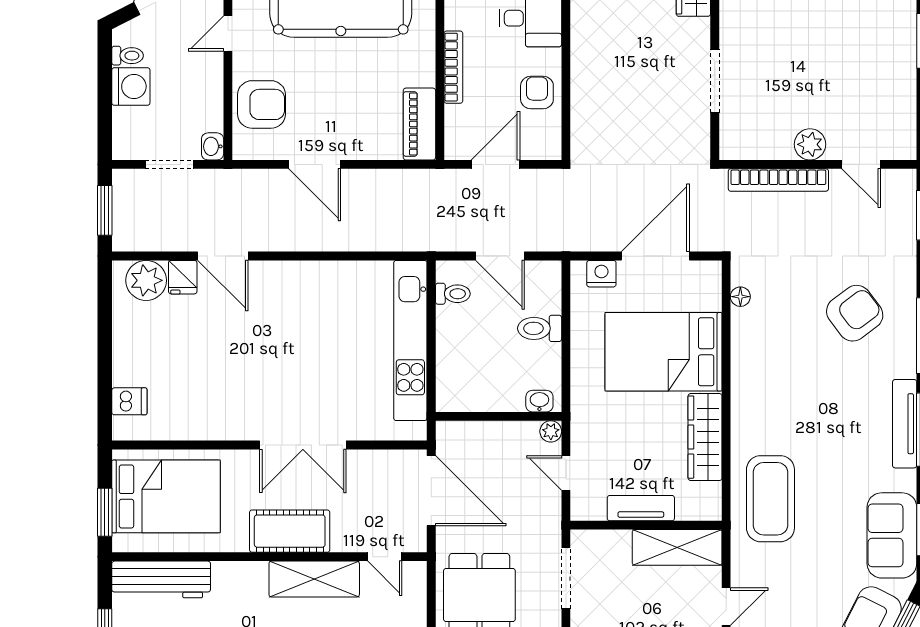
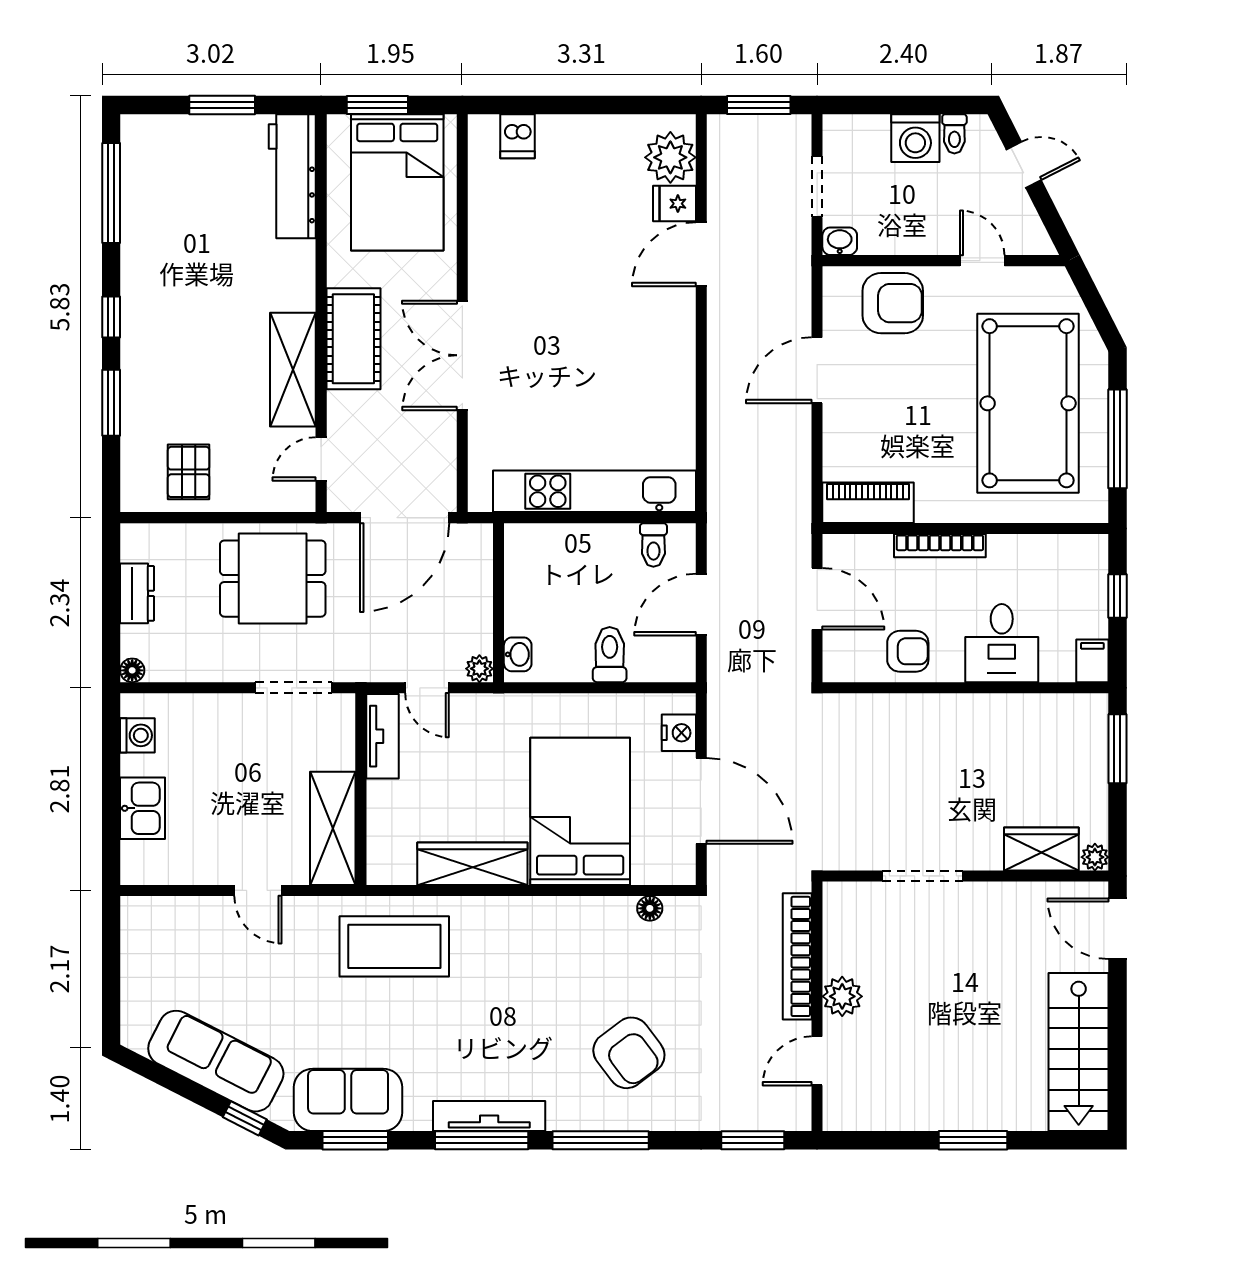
armchair: (261, 104) -> (893, 303), turned -90
door: (566, 473) -> (427, 688), swing flipped
tv unit: (641, 508) -> (383, 736), moved

